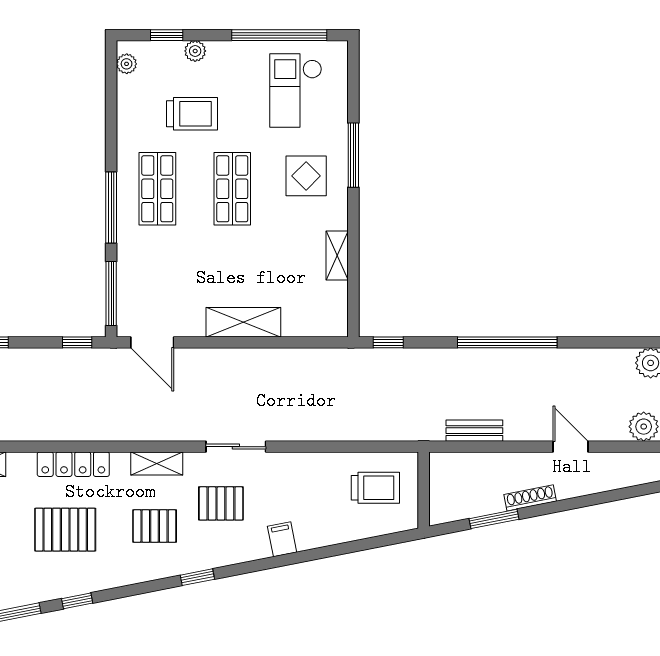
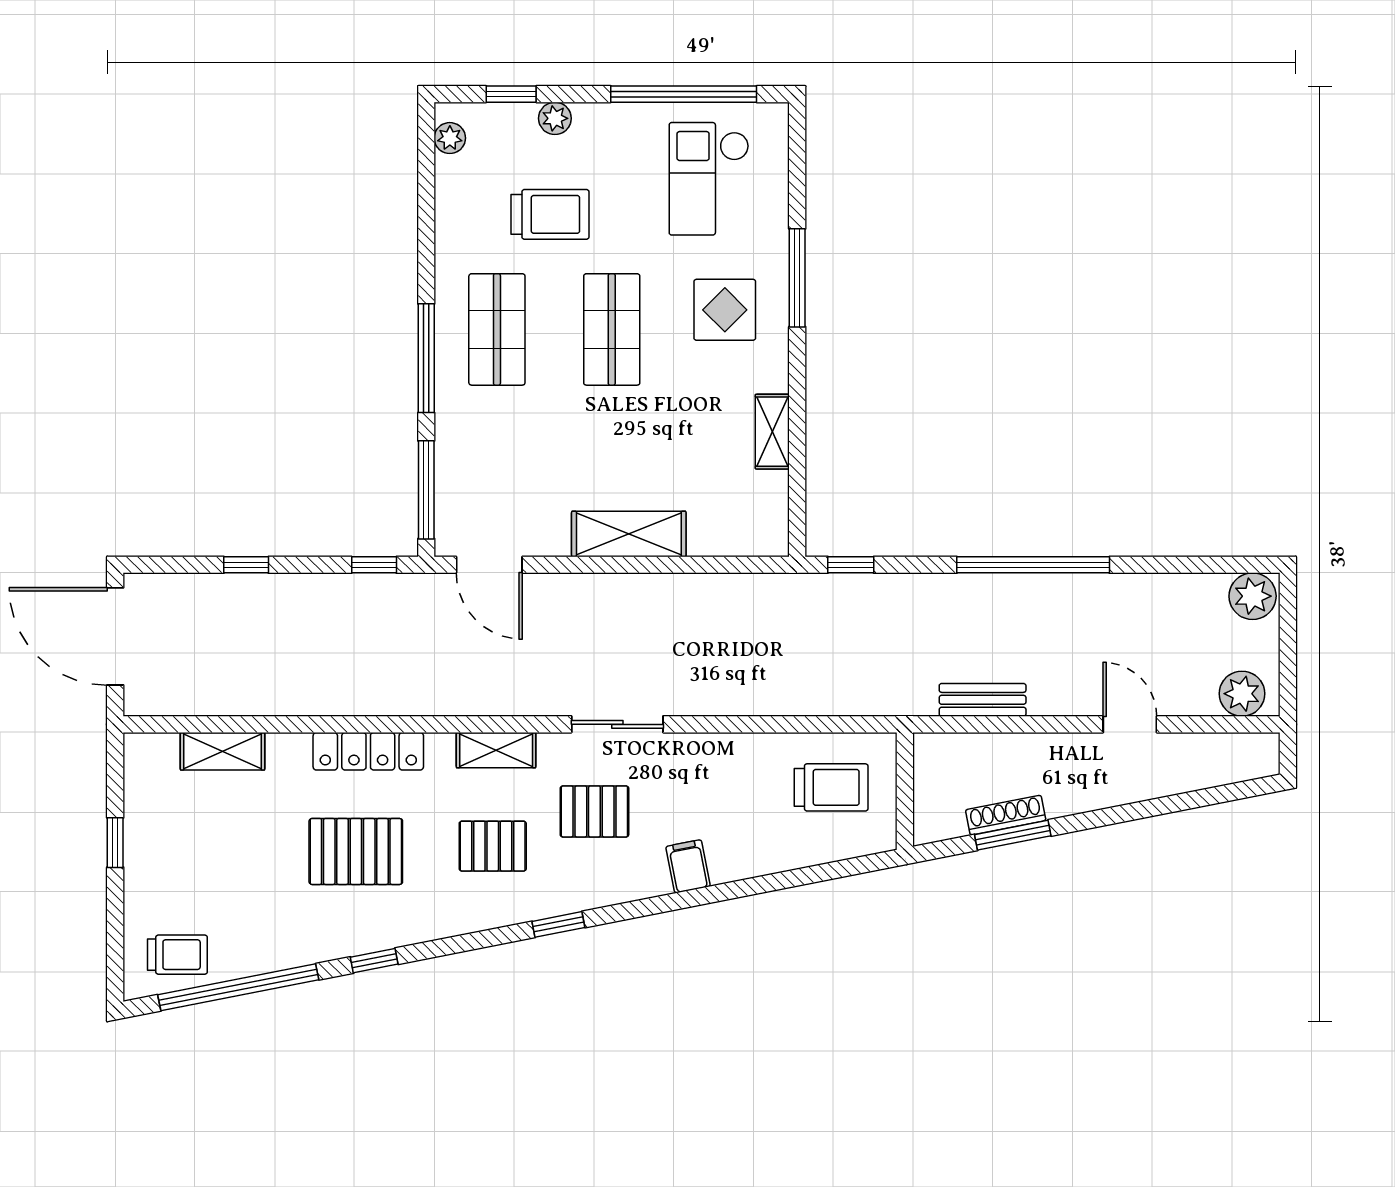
shoe rack: (530, 498) -> (1006, 815), moved

